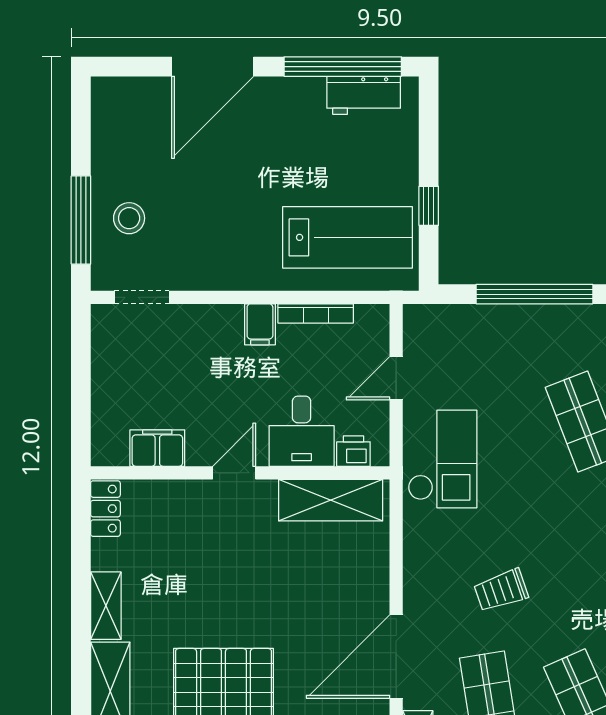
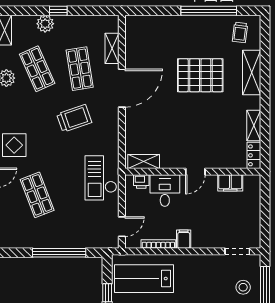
door: (396, 378) -> (122, 227), moved
shelving: (331, 500) -> (144, 162), width x0.67, depth x0.75
trolley: (501, 590) -> (74, 118), width x1.36, depth x1.39
shelving: (106, 606) -> (254, 126), moved

